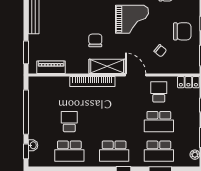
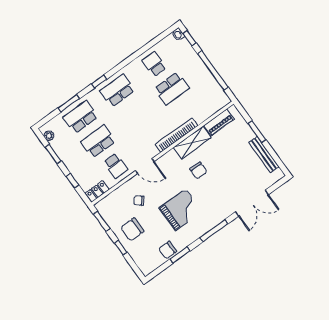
grand piano: (132, 19) -> (181, 210), turned 180
window: (26, 52) -> (257, 132), moved
shelving: (107, 66) -> (192, 143), moved
school desk: (69, 122) -> (172, 88), width x1.85
washbasin: (33, 145) -> (178, 34), moved
school desk: (69, 151) -> (154, 64), width x0.54

